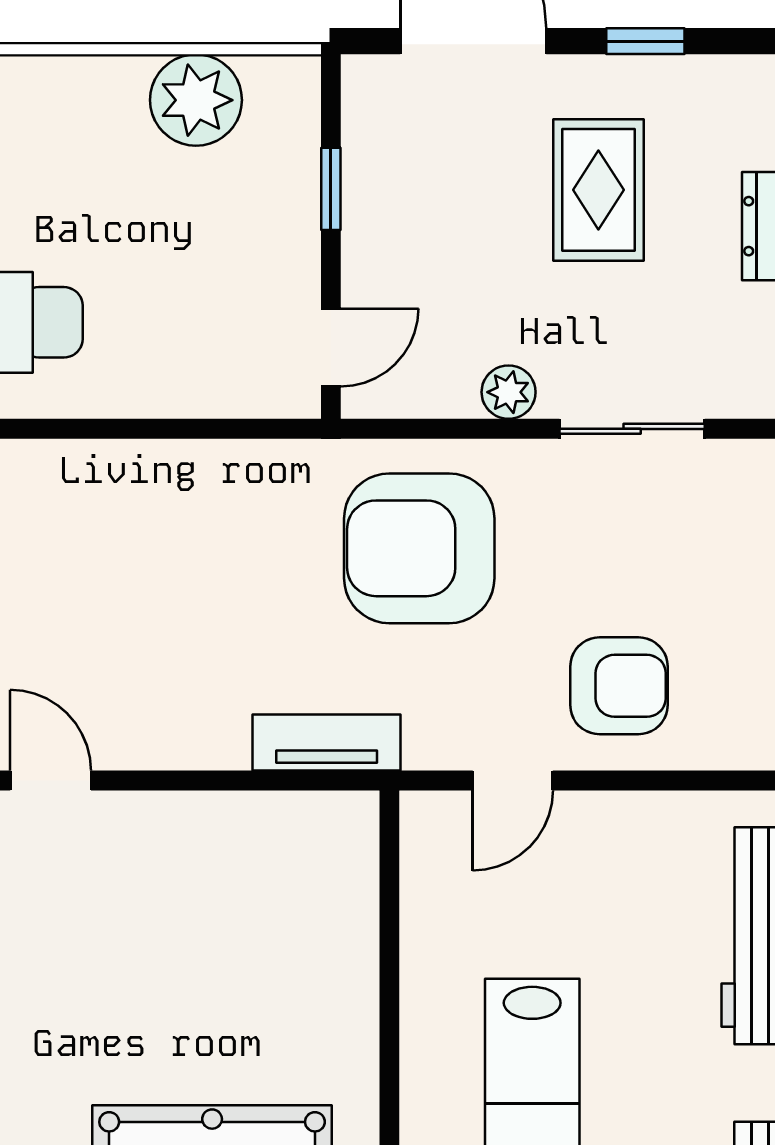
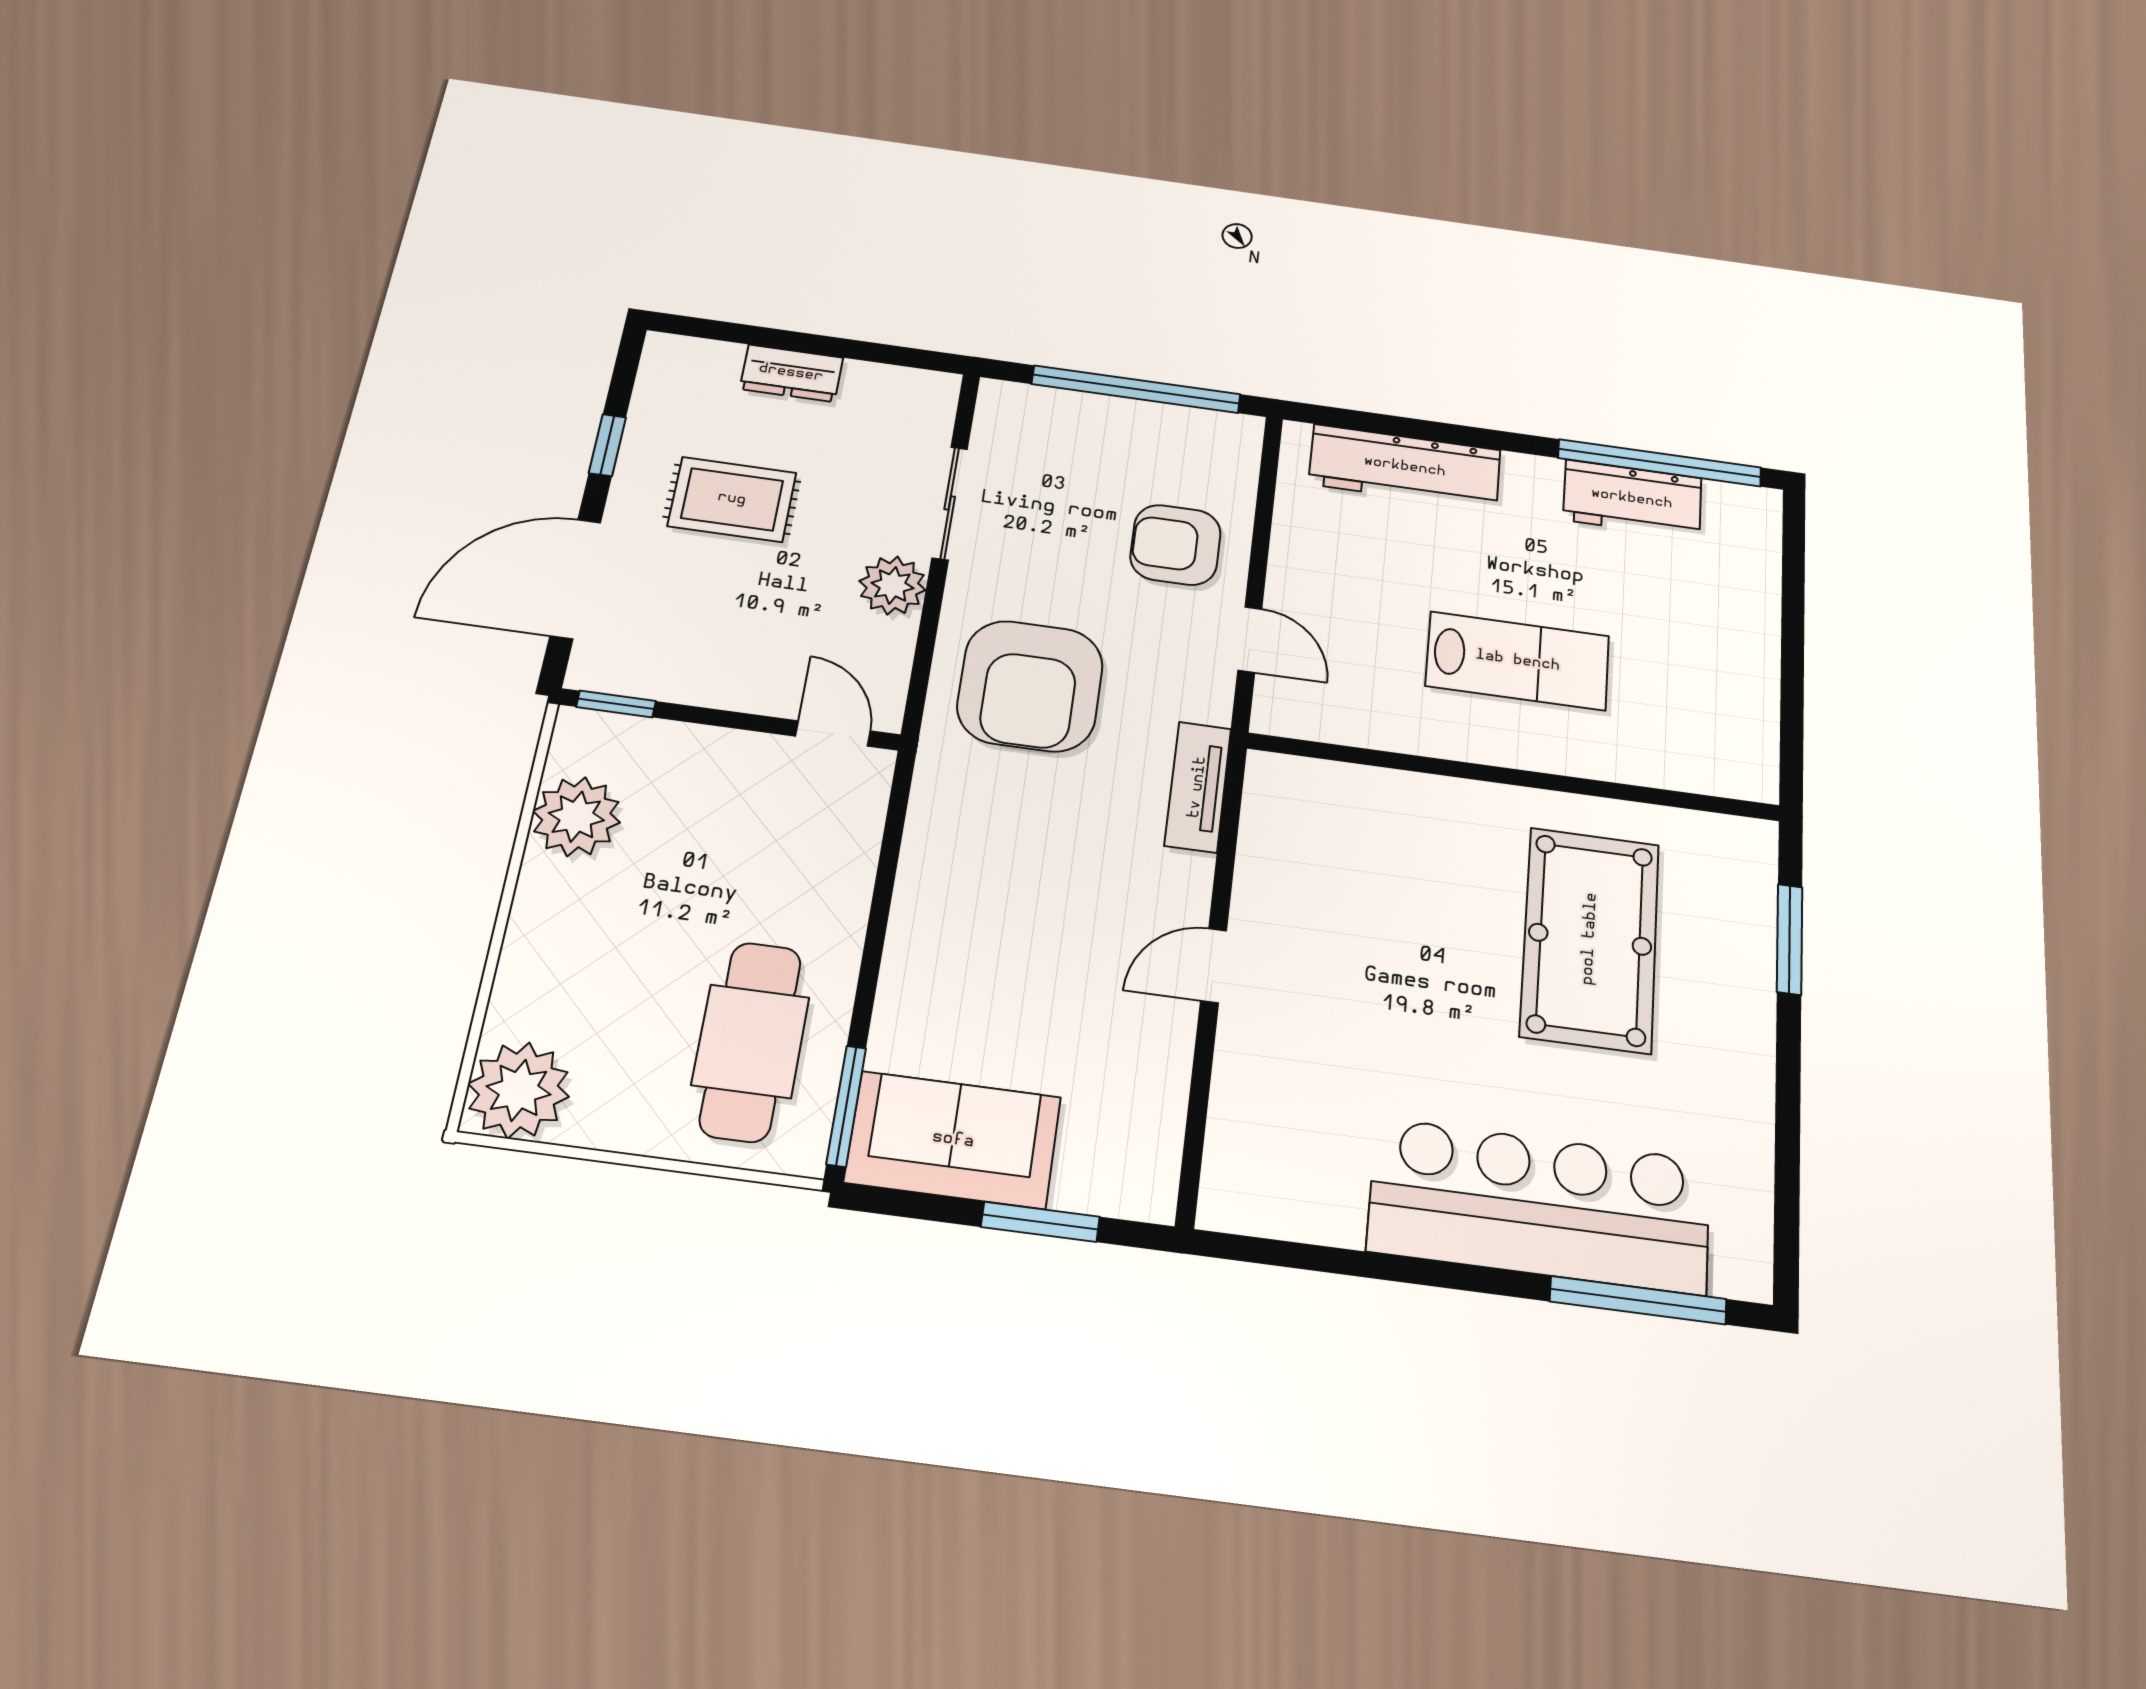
window: (331, 189) -> (616, 704), moved
plant: (509, 392) -> (892, 585), width x1.38, depth x1.38
armchair: (619, 686) -> (1175, 545), turned -90
door: (51, 781) -> (1214, 966), moved

